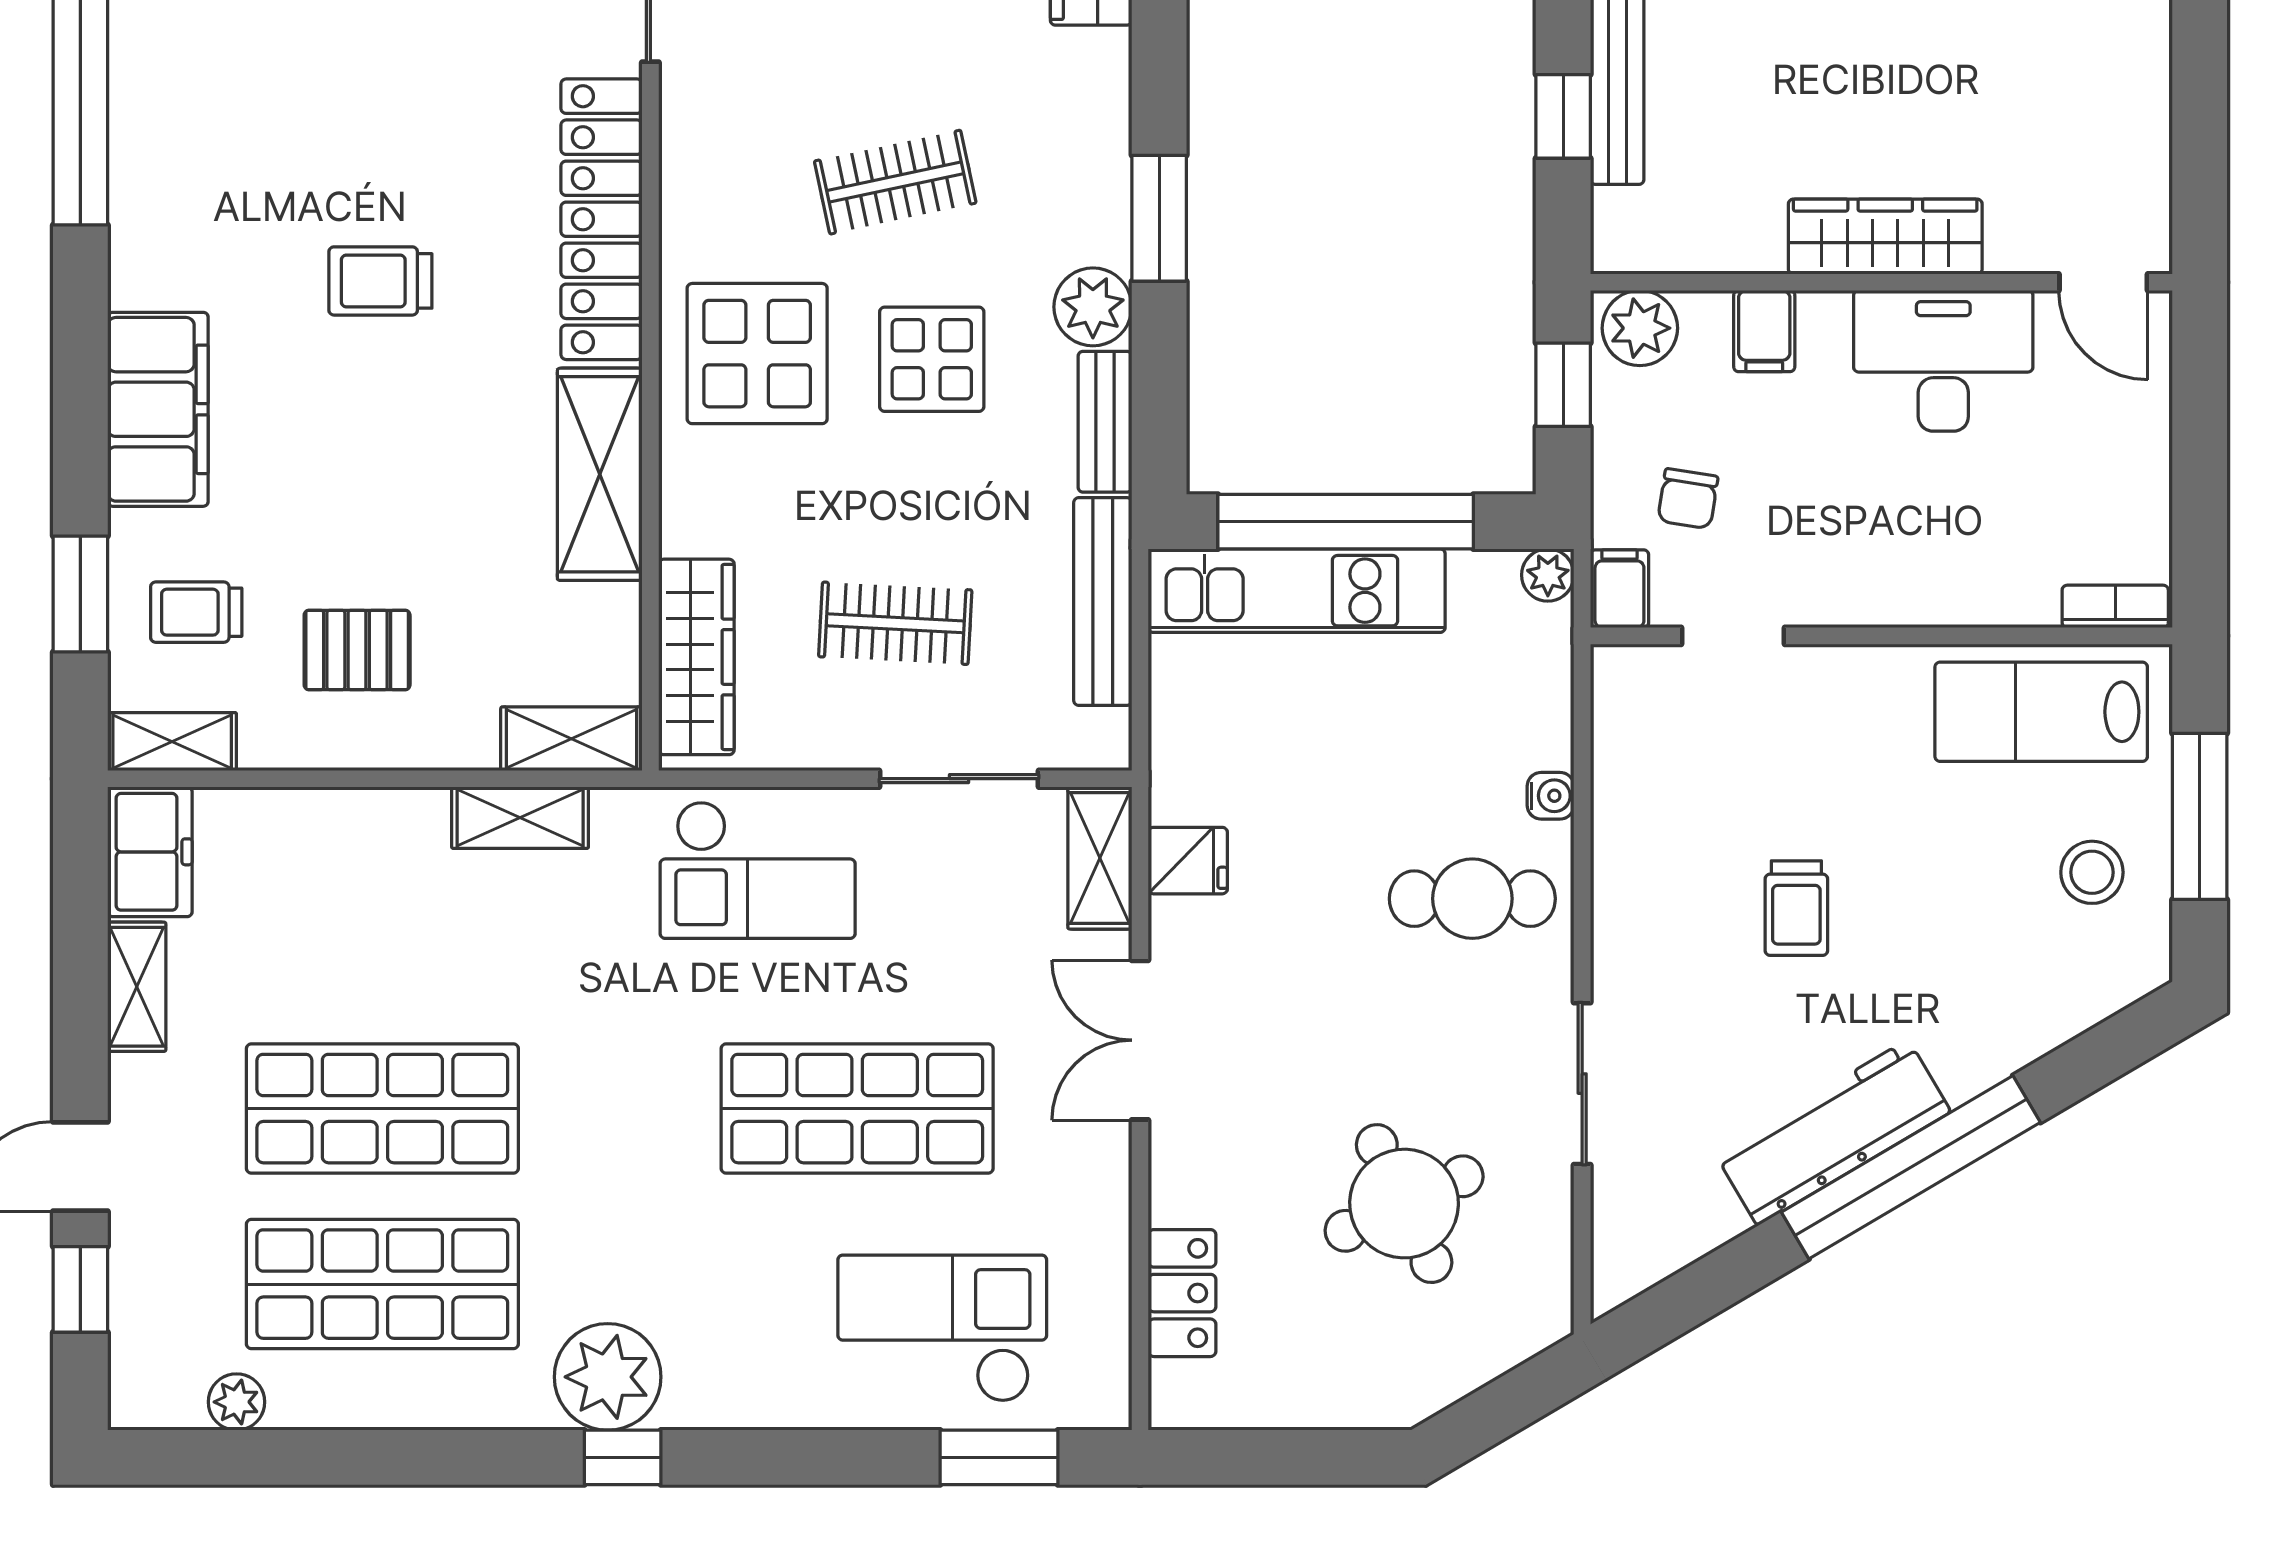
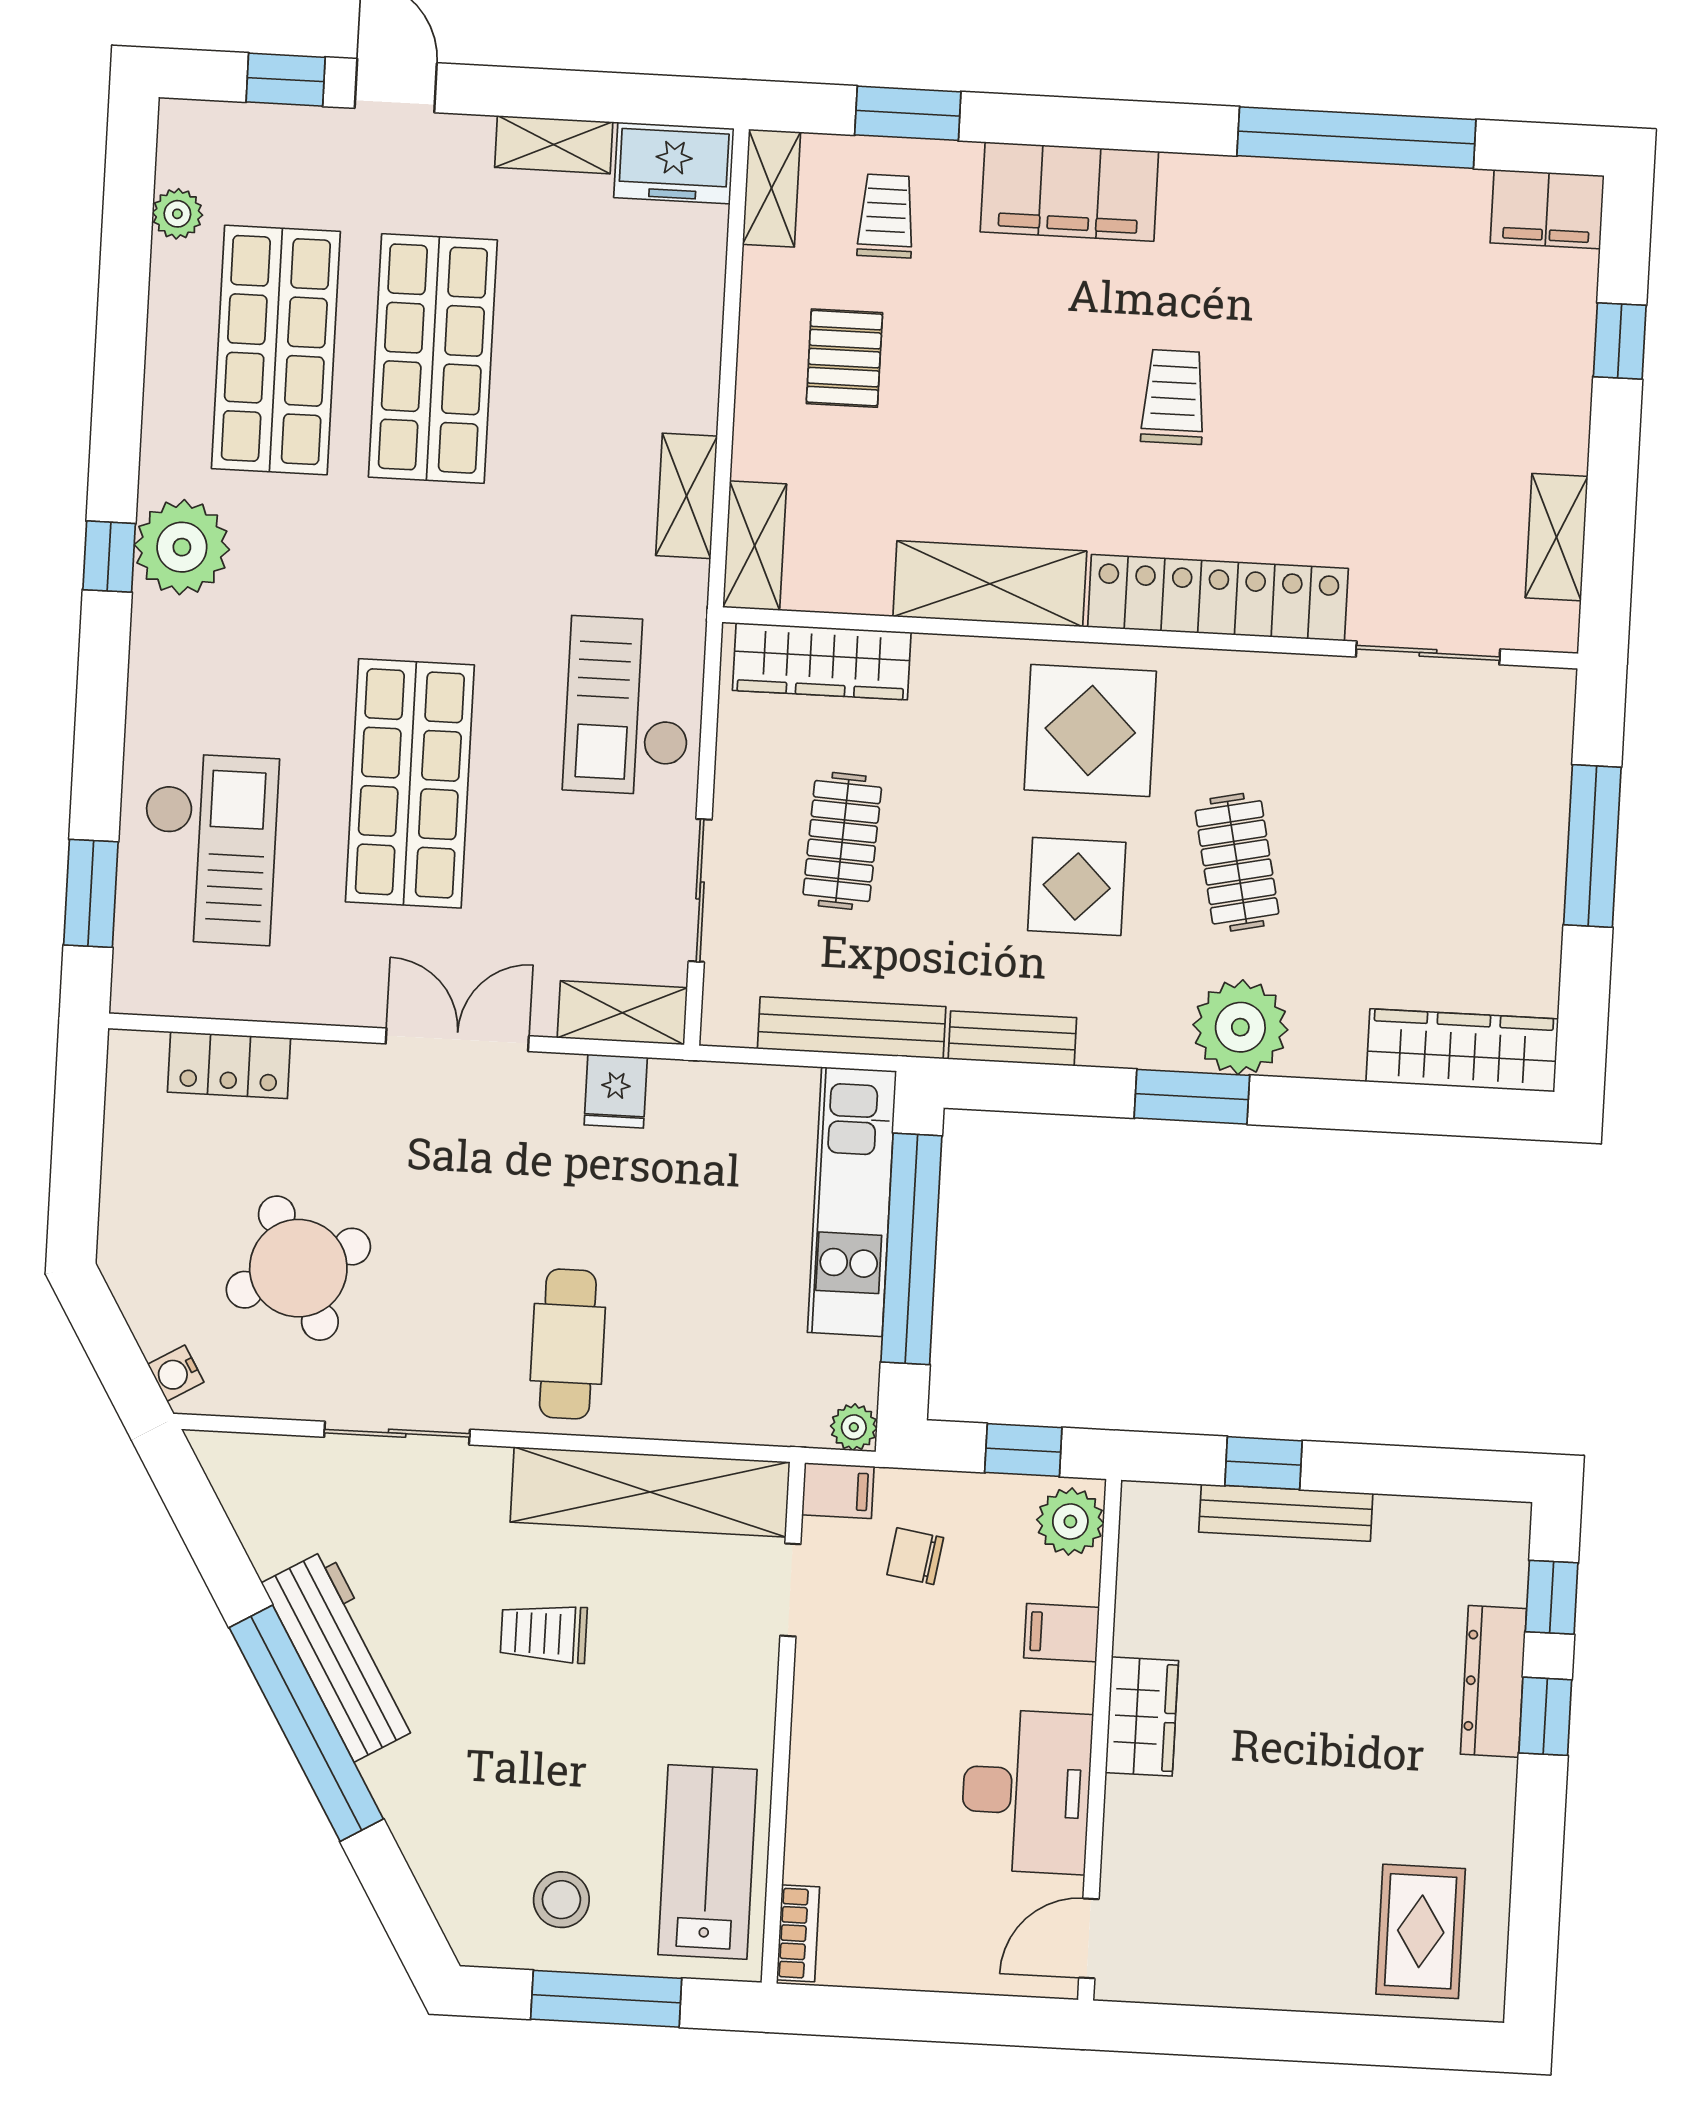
wardrobe: (1885, 237) -> (1142, 1717), width x0.67
plant: (1093, 307) -> (1240, 1027), moved, width x1.36, depth x1.36
water cooler: (1551, 796) -> (176, 1373), moved, turned 59
shelving: (1632, 798) -> (650, 1492), added

